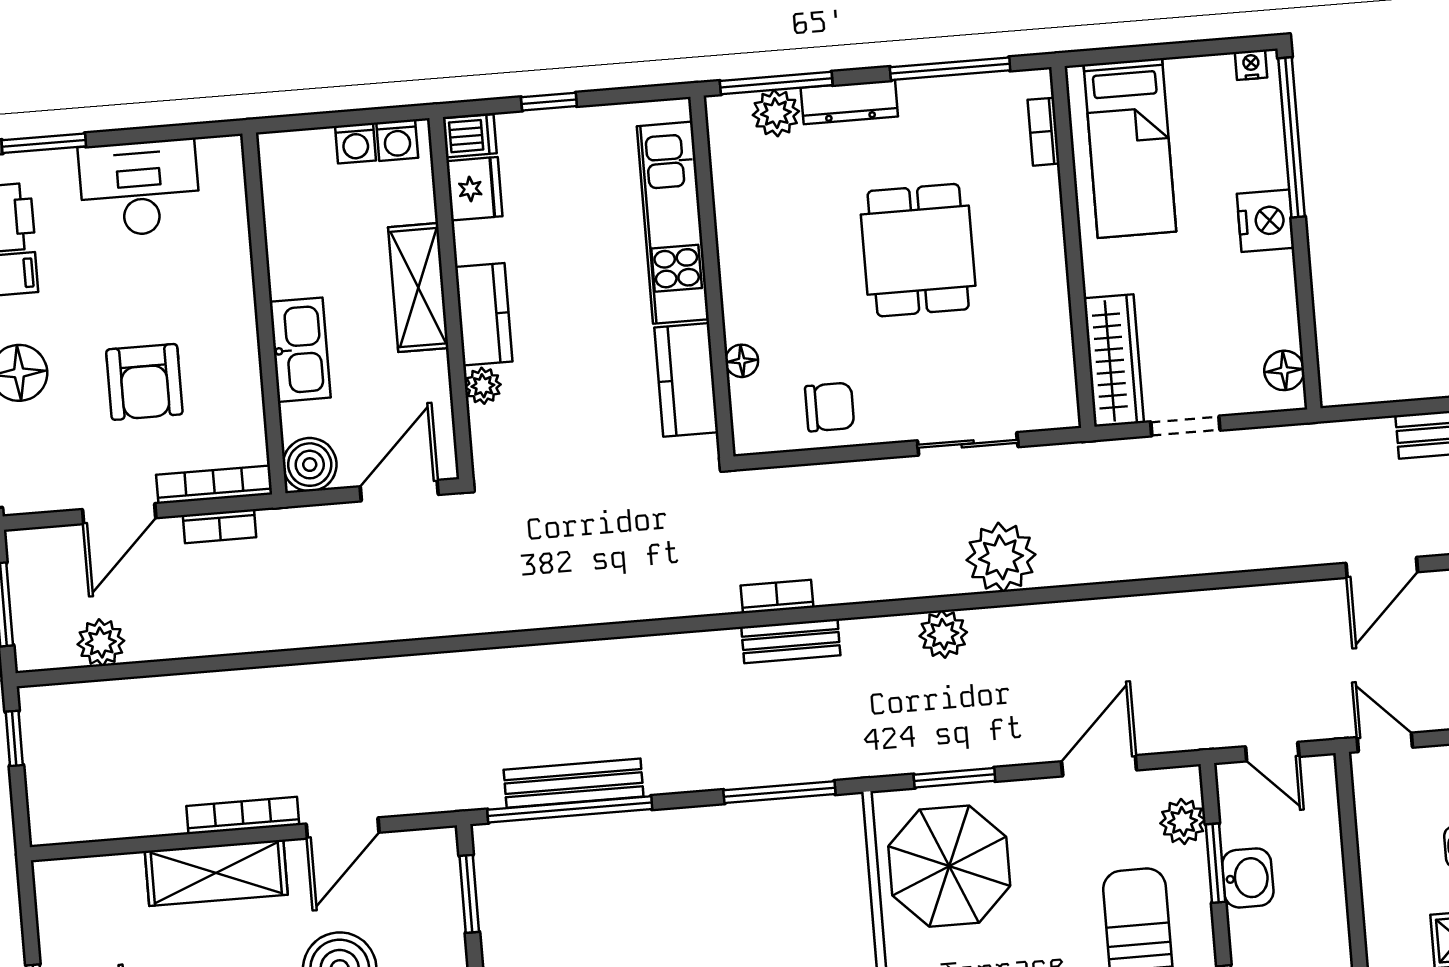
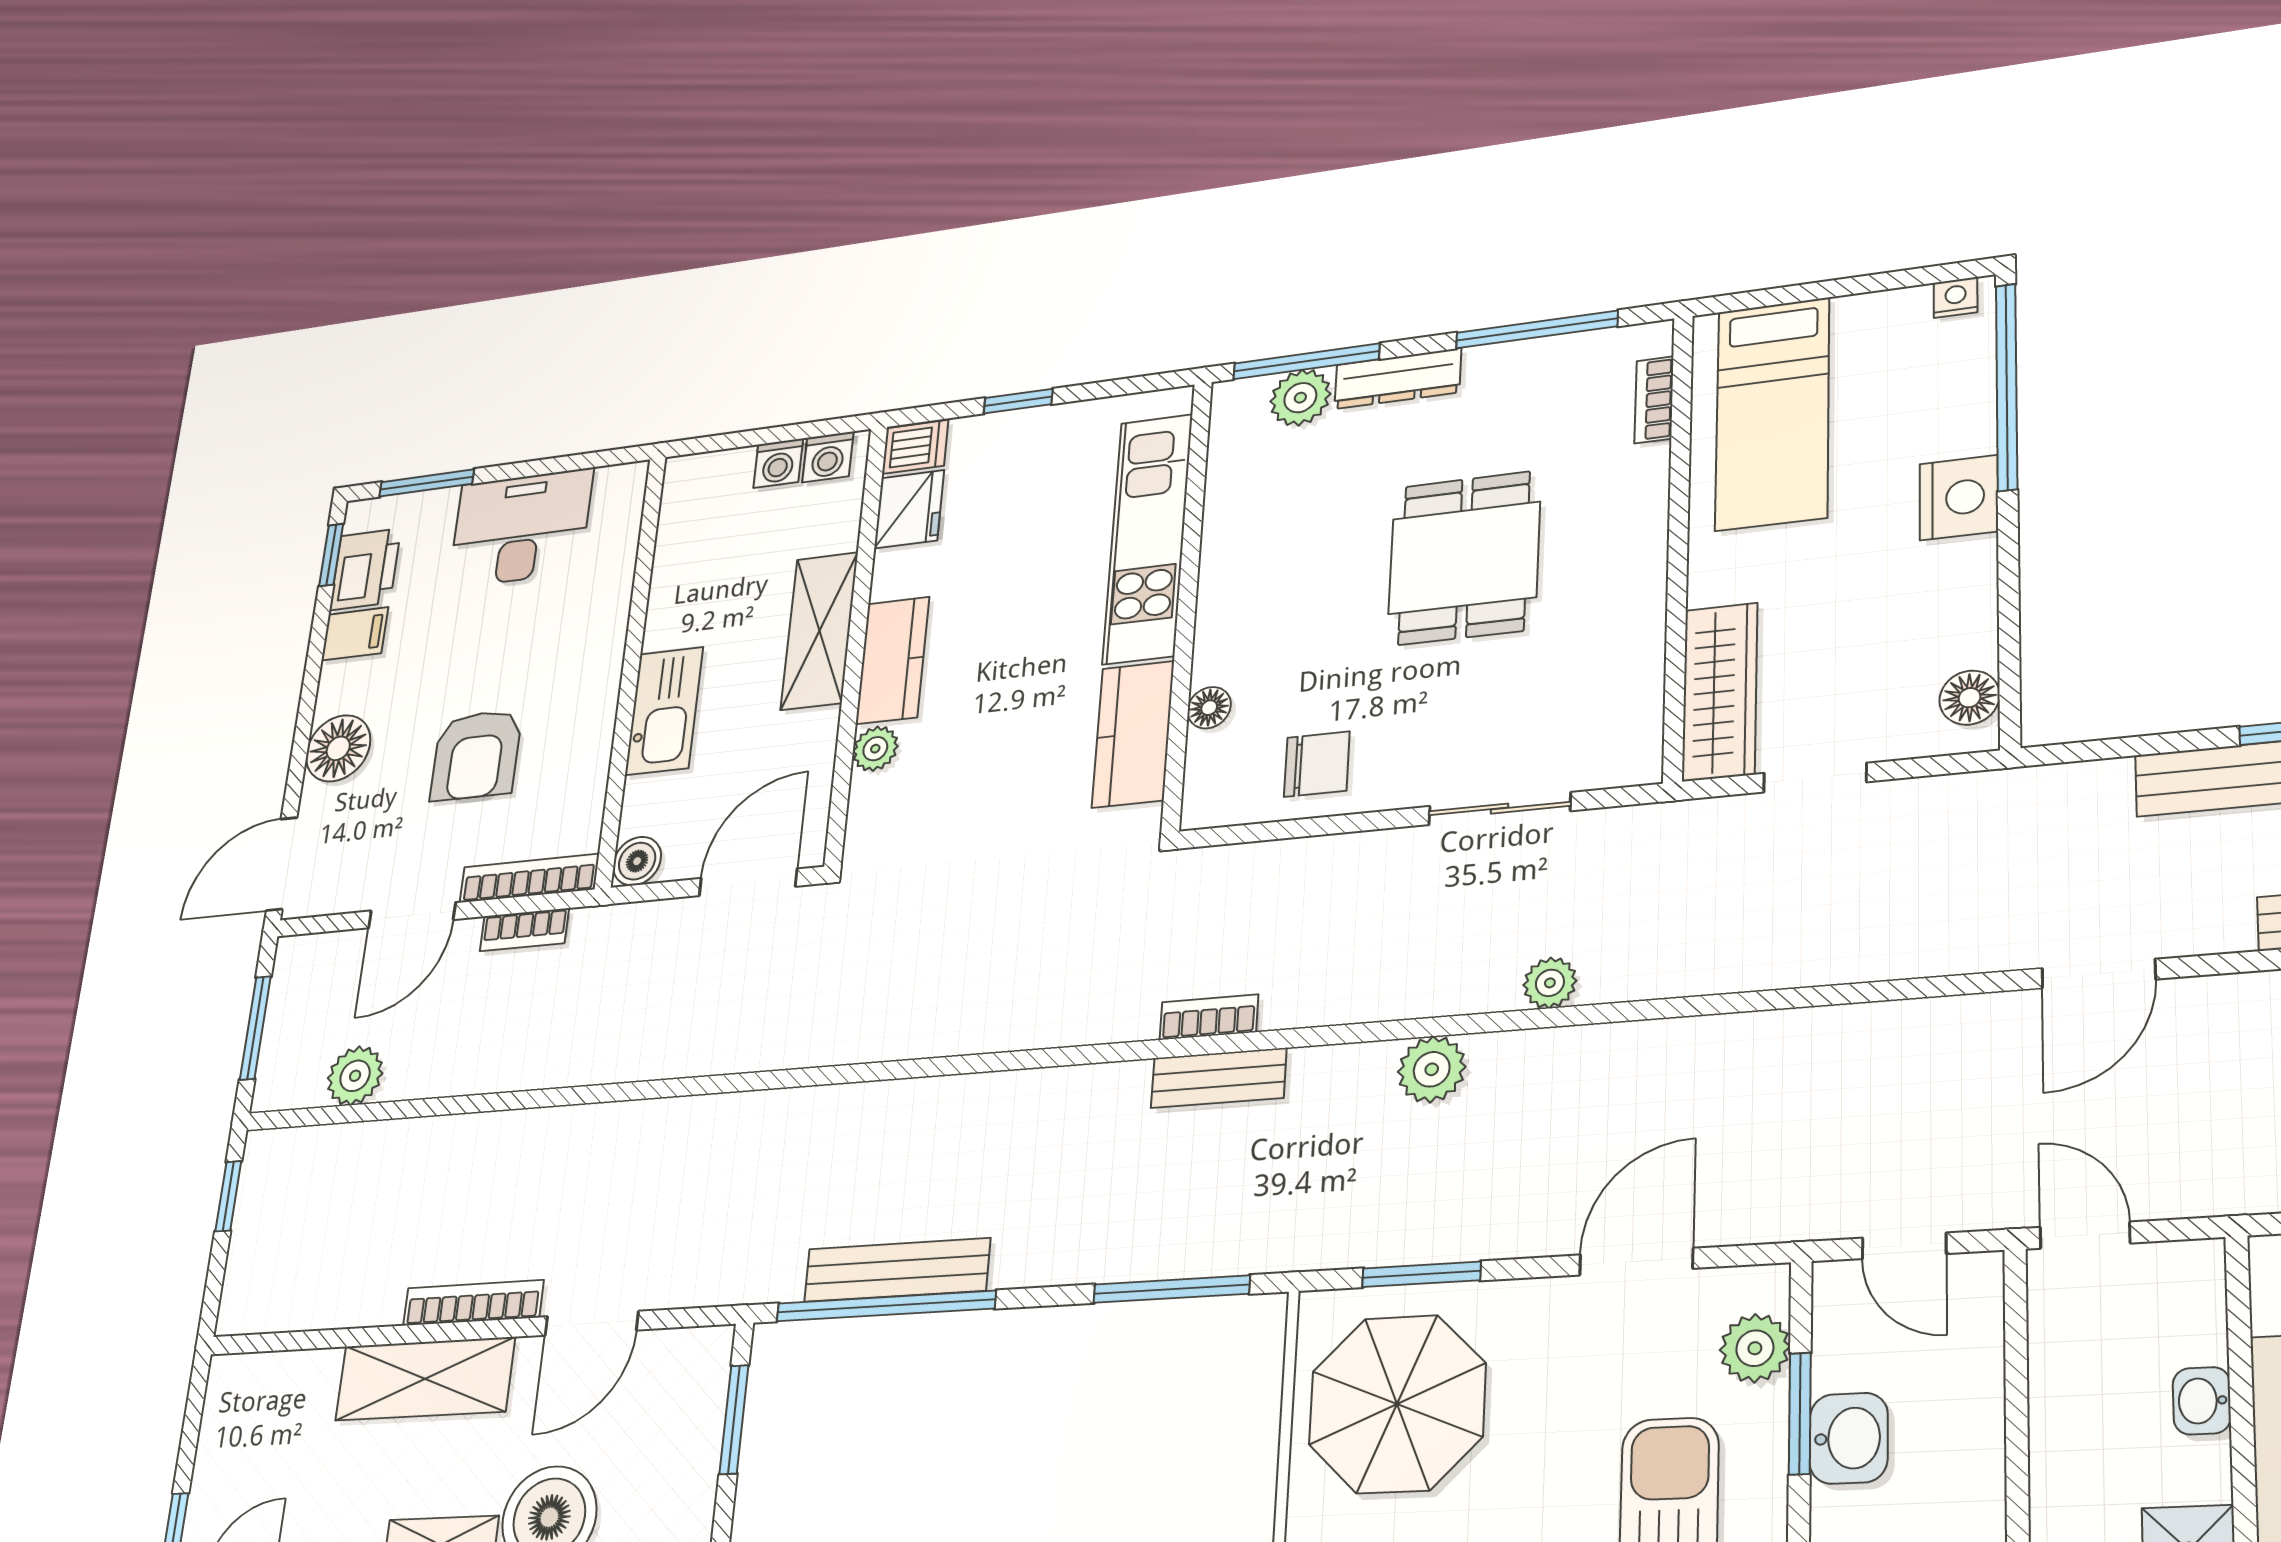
boiler: (310, 465) -> (637, 861), width x0.73, depth x0.73
plant: (1001, 557) -> (1550, 983), width x0.53, depth x0.53

